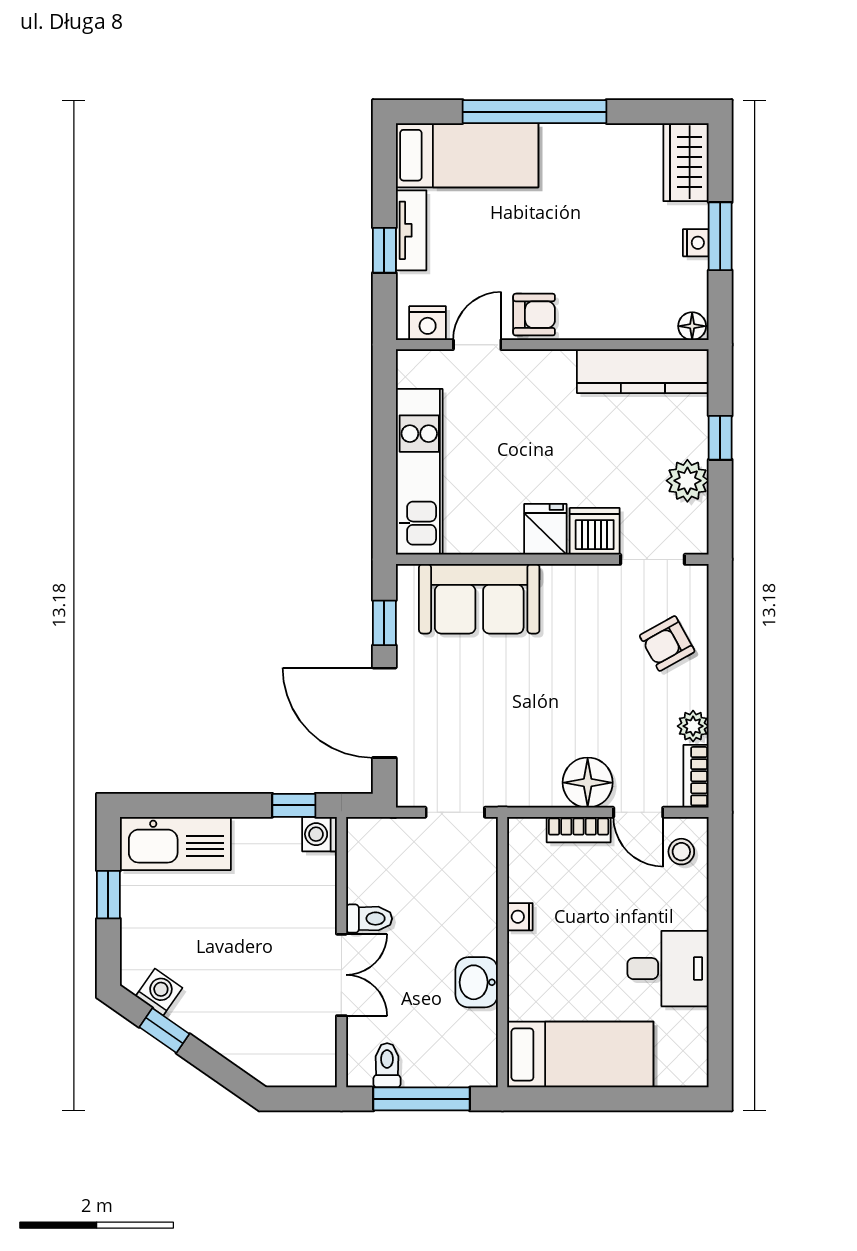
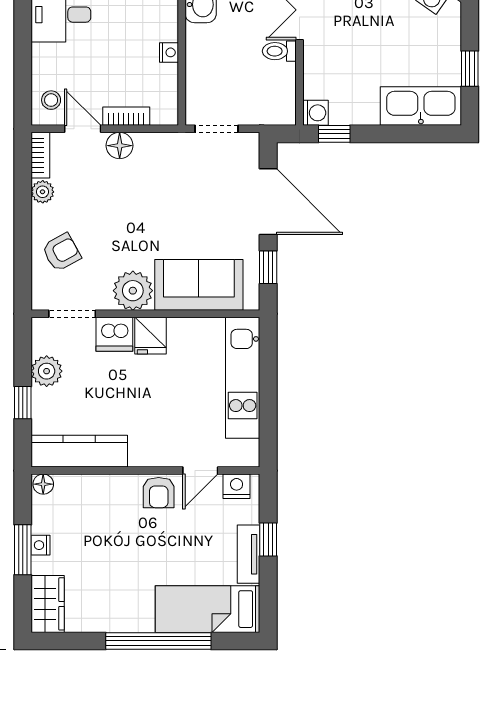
armchair: (534, 315) -> (159, 493), turned -90
plant: (569, 591) -> (133, 291), added
floor lamp: (588, 783) -> (120, 146), width x0.73, depth x0.73

